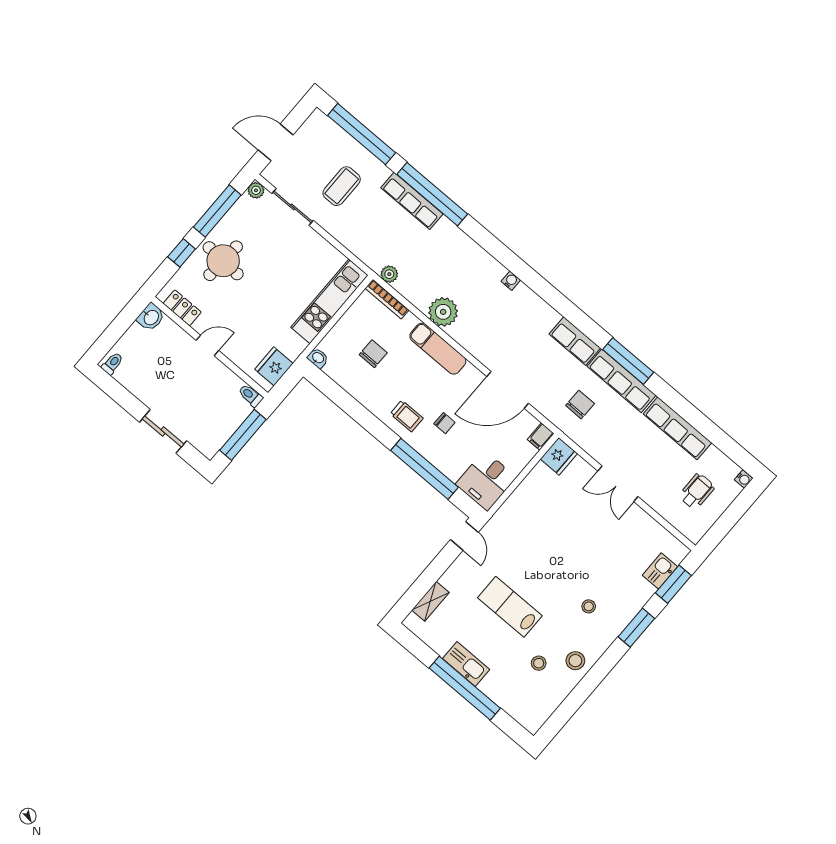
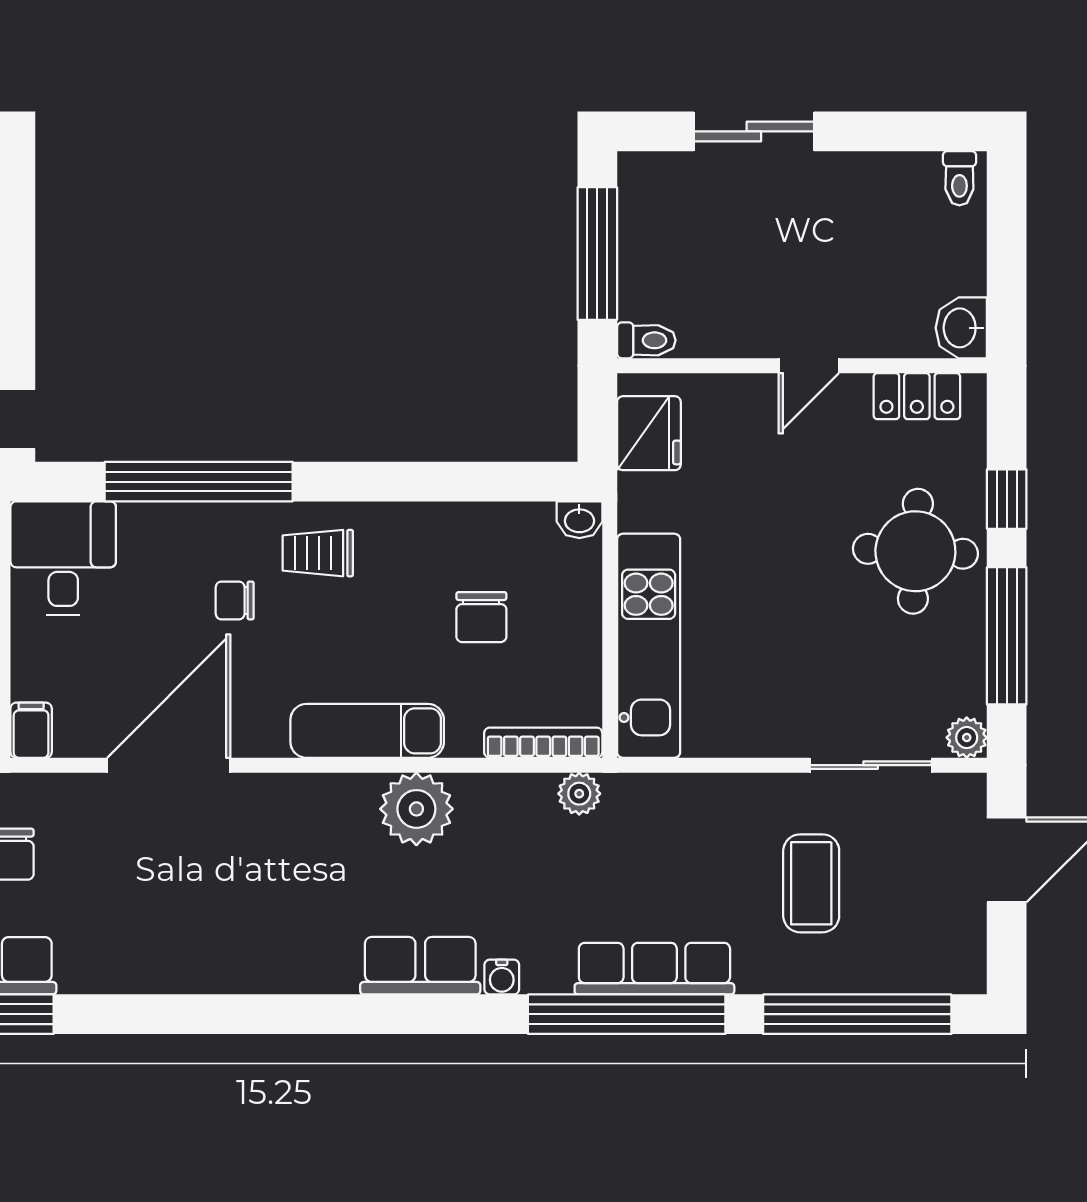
water cooler: (511, 281) -> (502, 977), moved
row of seats: (575, 341) -> (420, 966), moved

